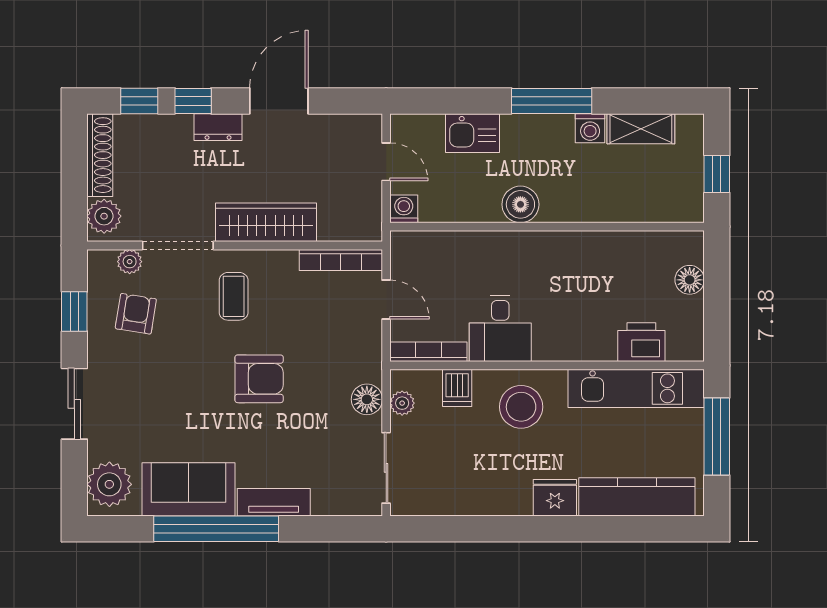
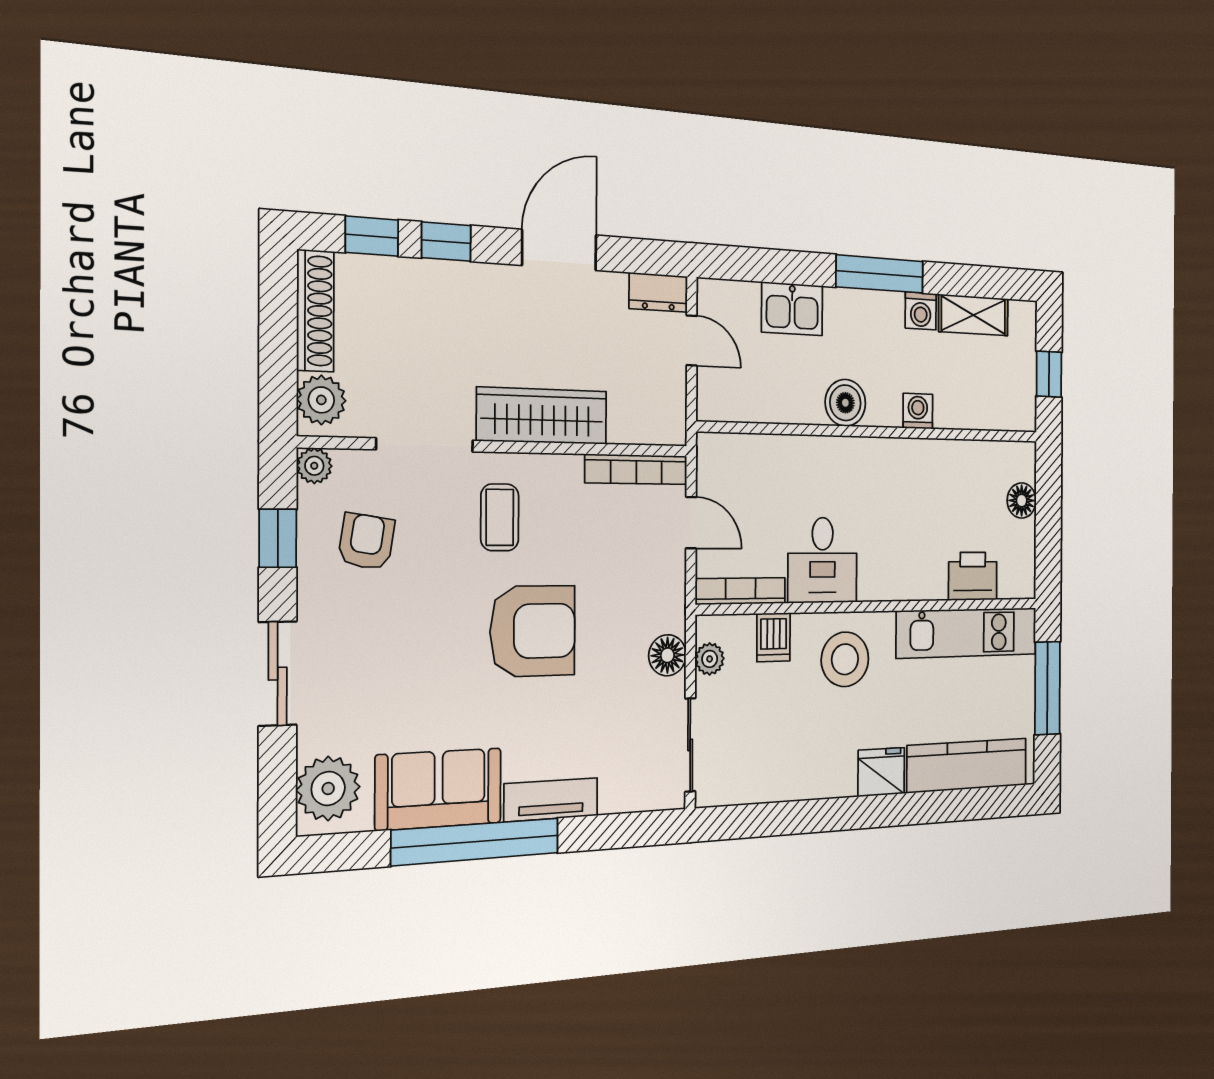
dresser: (218, 127) -> (658, 292), moved
washing machine: (404, 209) -> (918, 411), moved
plant: (130, 262) -> (314, 466), moved
armchair: (259, 379) -> (533, 631), width x1.36, depth x1.36

